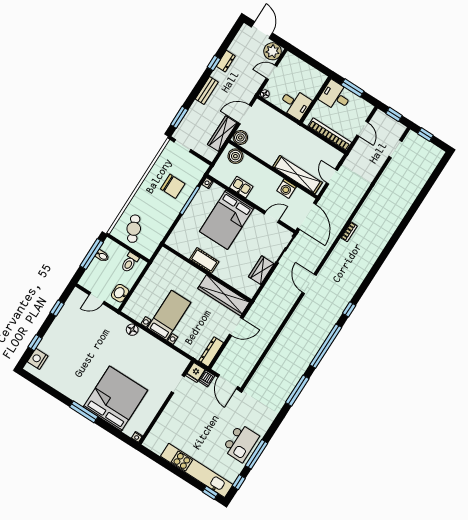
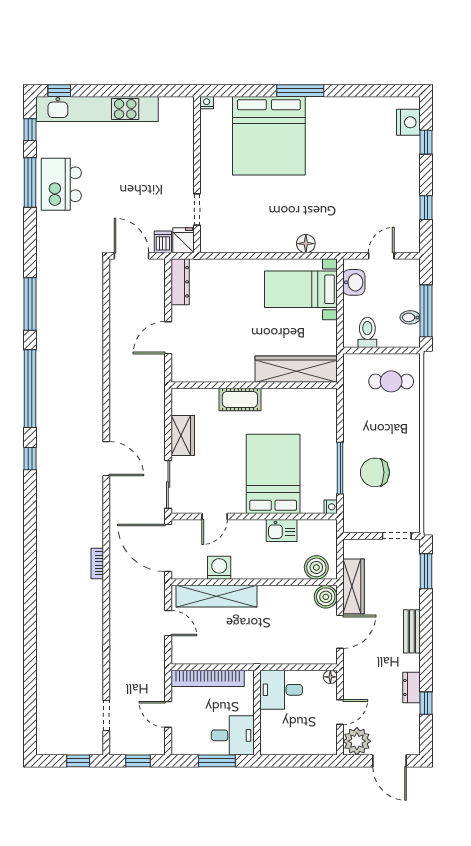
window: (214, 63) -> (426, 703), moved
cafe table: (134, 229) -> (391, 381), turned -66
cot: (204, 260) -> (240, 399), moved
wardrobe: (224, 295) -> (296, 369), moved
bed with nightstands: (169, 315) -> (301, 289), moved, turned 90

